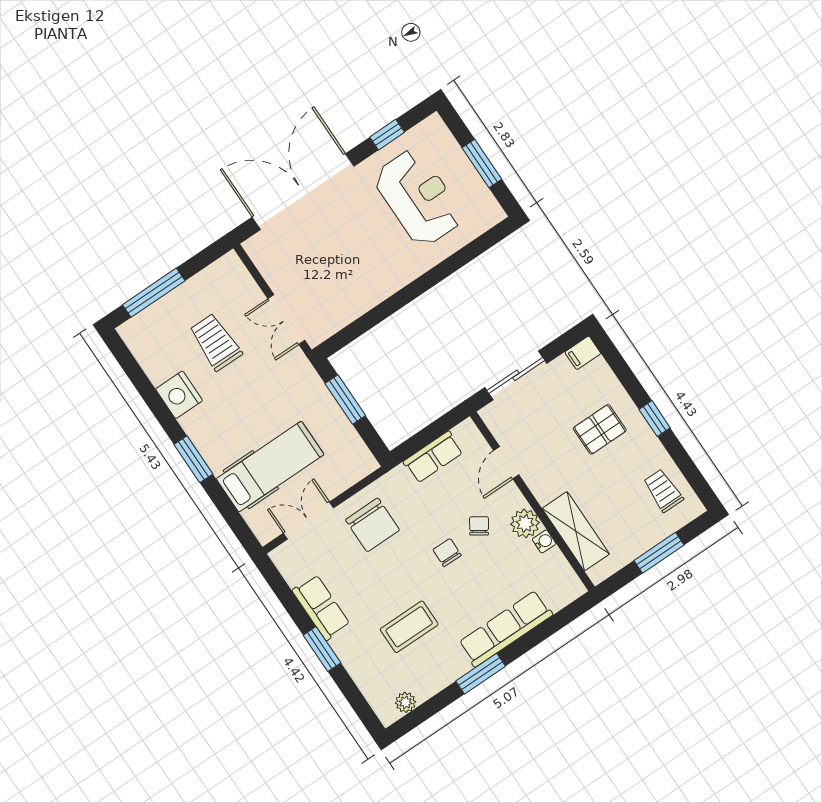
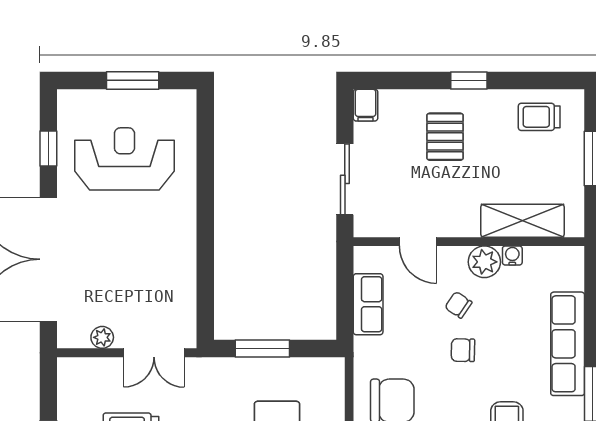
plant: (271, 272) -> (102, 337), added

